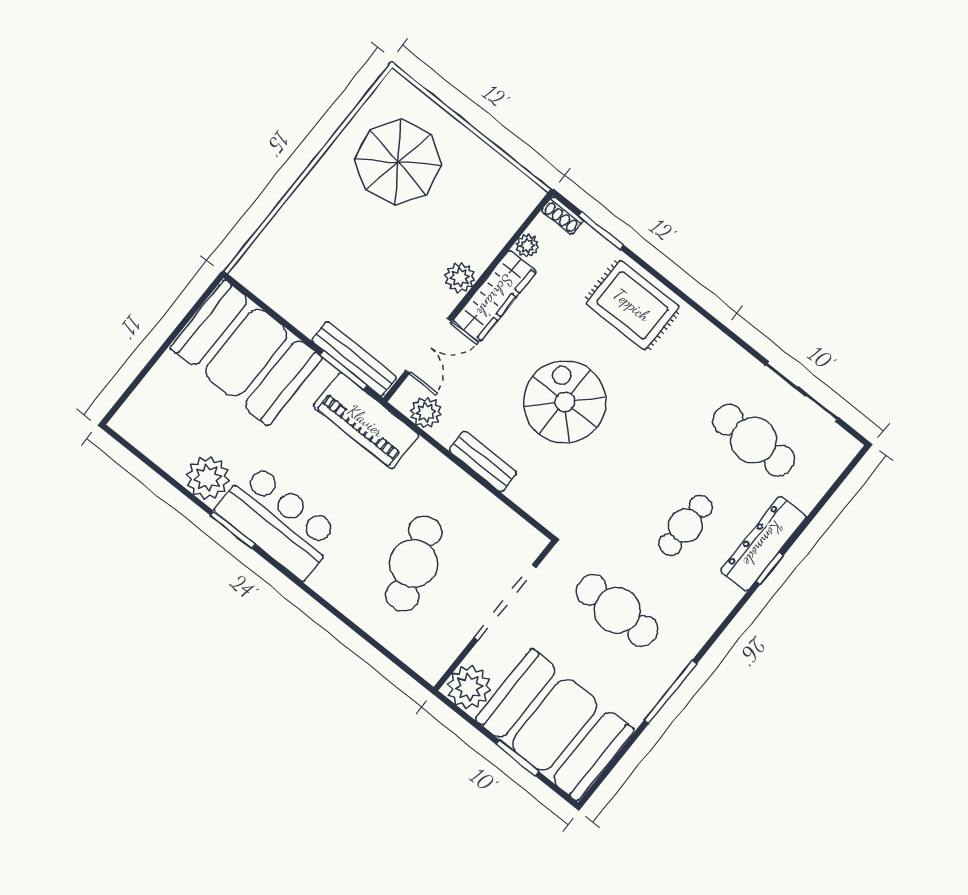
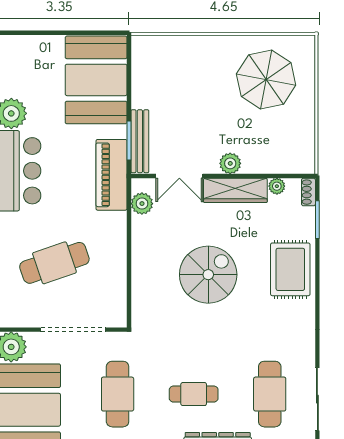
bench: (483, 461) -> (140, 256), removed

